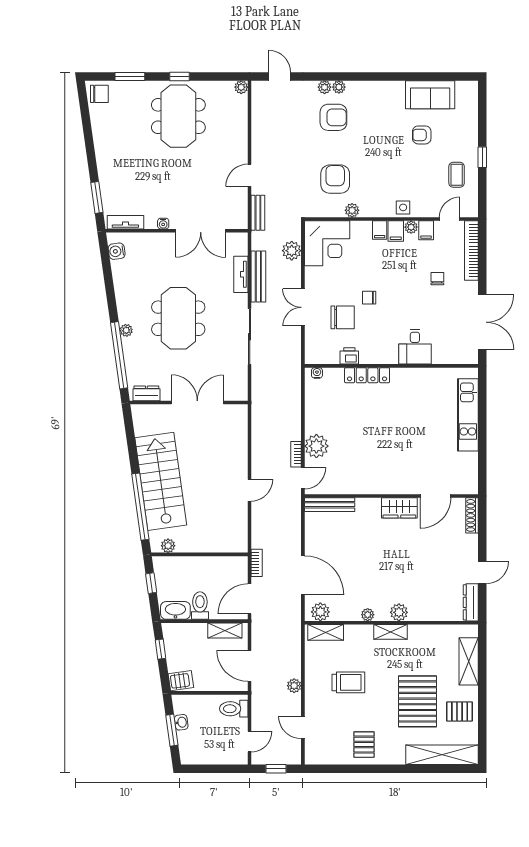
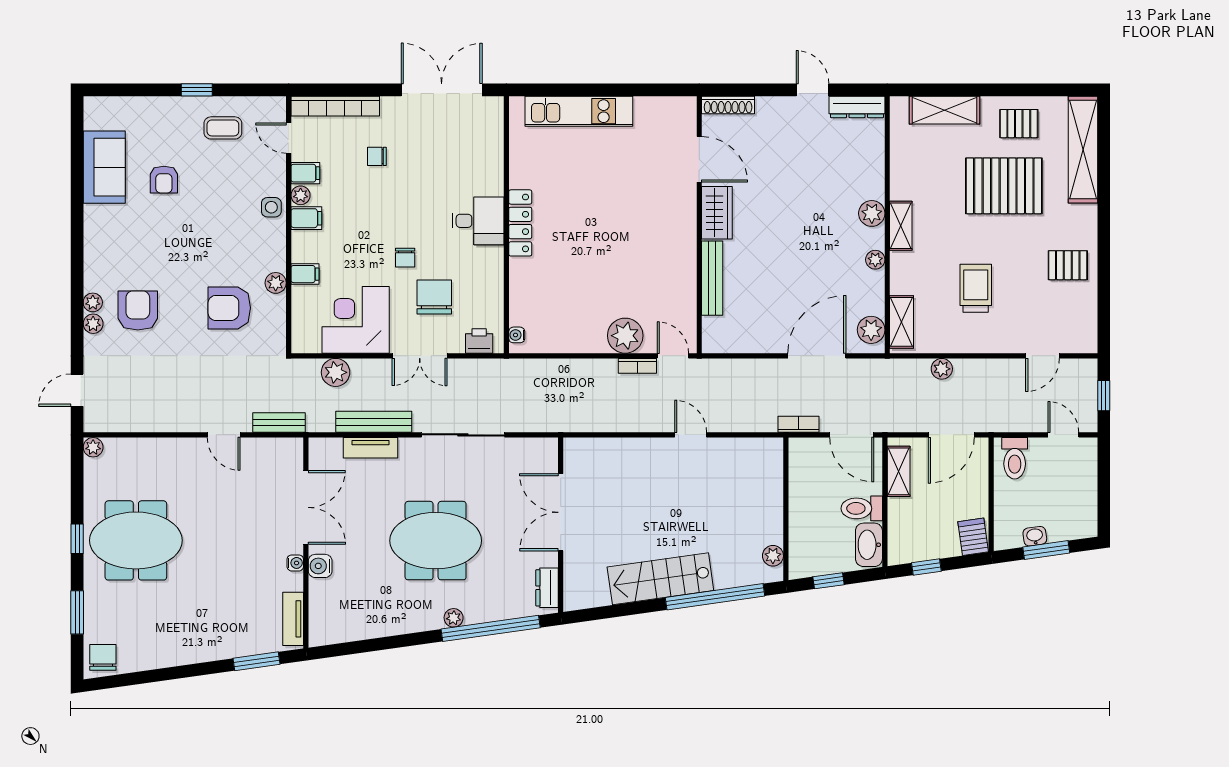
filing cabinet: (380, 230) -> (305, 274), moved
corner desk: (327, 243) -> (356, 320), moved, turned -90
water cooler: (117, 251) -> (320, 566), moved, turned 98
desk: (415, 347) -> (478, 221), moved
printer: (349, 356) -> (479, 341), moved, turned 90
locker: (367, 375) -> (520, 223), moved
stairs: (161, 481) -> (660, 579), width x0.73, depth x0.66
bench: (330, 505) -> (712, 278), moved
plant: (294, 686) -> (942, 369), moved
pallet: (460, 711) -> (1019, 124), turned 90

